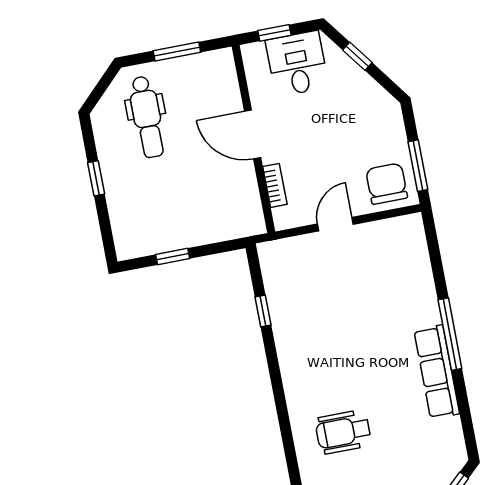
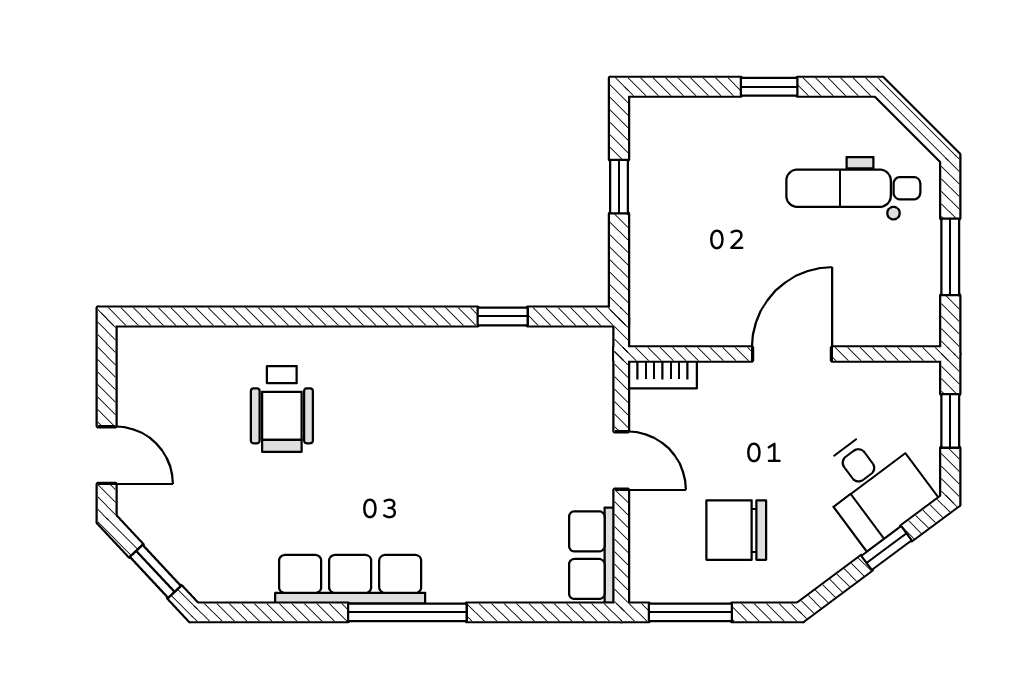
desk: (297, 64) -> (874, 486), moved, turned 53
chair: (387, 184) -> (736, 530), moved, turned 180
bookcase: (275, 185) -> (662, 374), moved
row of seats: (395, 231) -> (592, 555), added
wheelchair: (343, 432) -> (282, 409), turned 180

